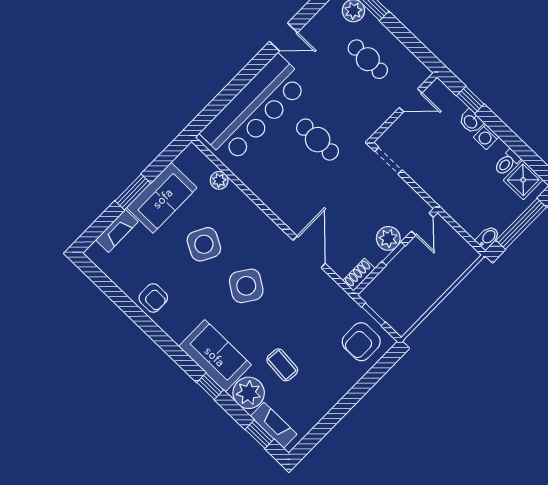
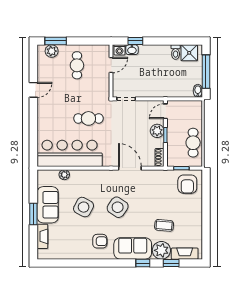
cafe table: (368, 59) -> (77, 65), turned 90
bar counter: (255, 109) -> (70, 153), moved, turned -90
washbasin: (471, 121) -> (132, 50), moved
washing machine: (486, 137) -> (119, 50), moved
door: (422, 224) -> (165, 111), swing flipped
cafe table: (419, 297) -> (193, 143), added
armchair: (153, 298) -> (100, 241), moved
window: (259, 434) -> (171, 263), moved

